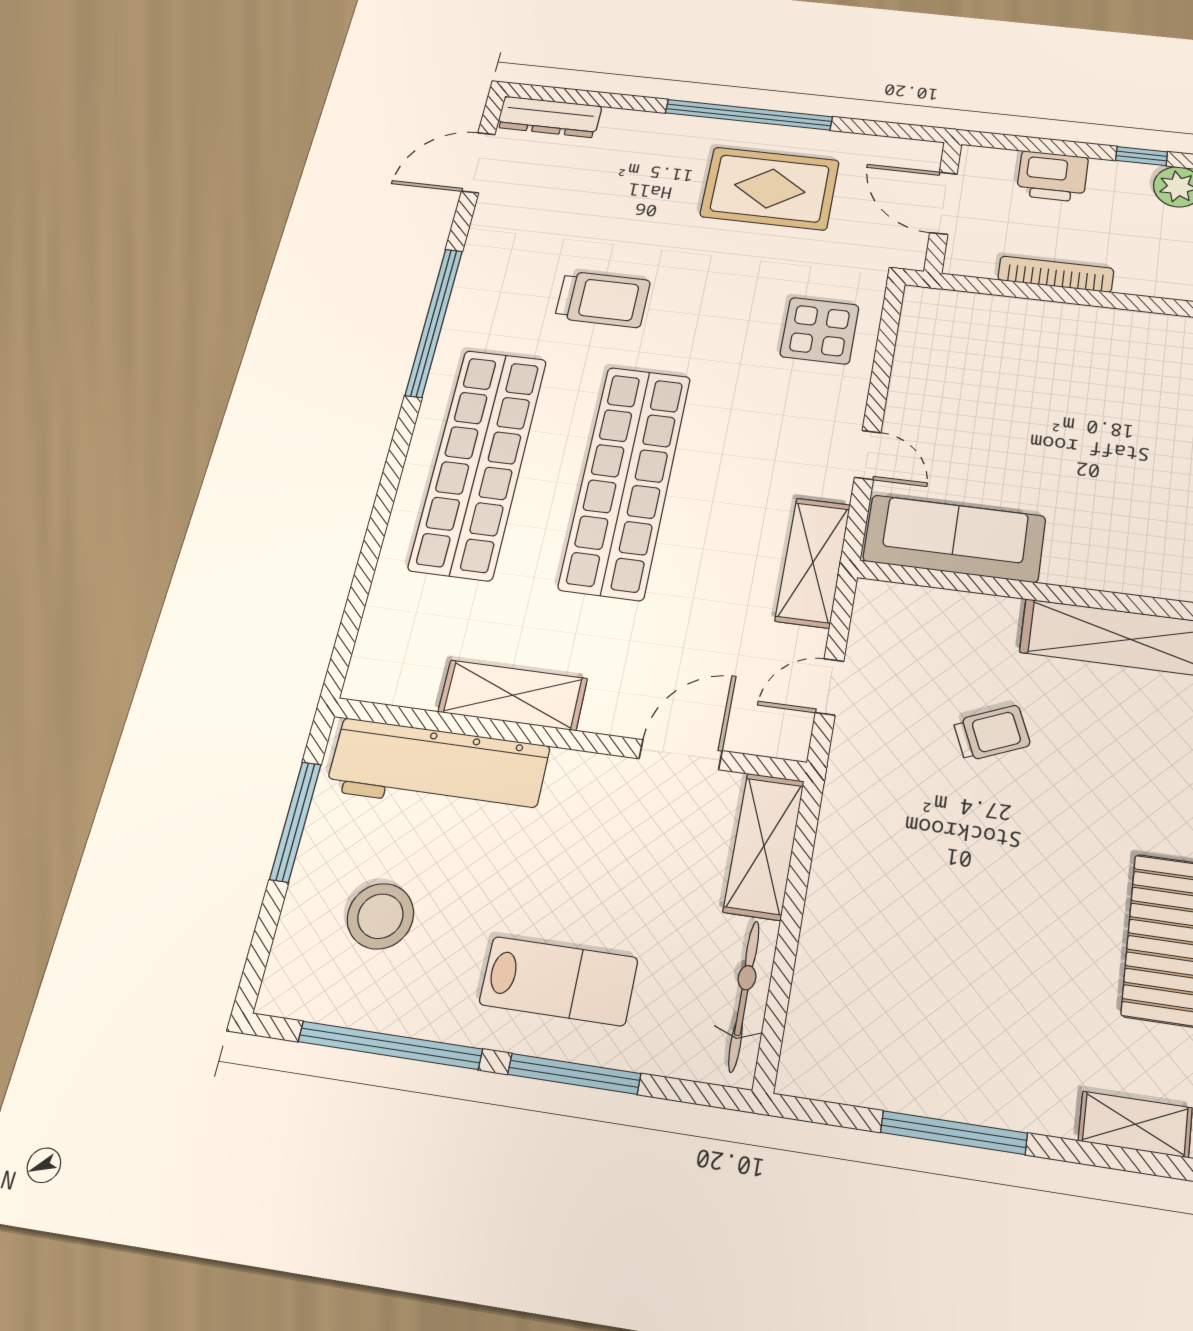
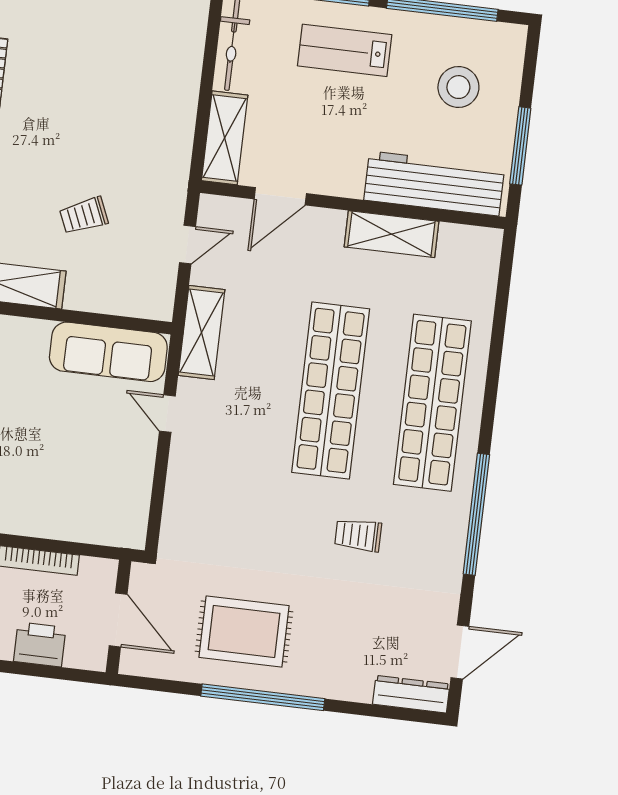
trolley: (603, 299) -> (358, 535), width x0.73, depth x0.72
display table: (820, 331) -> (204, 511), removed

